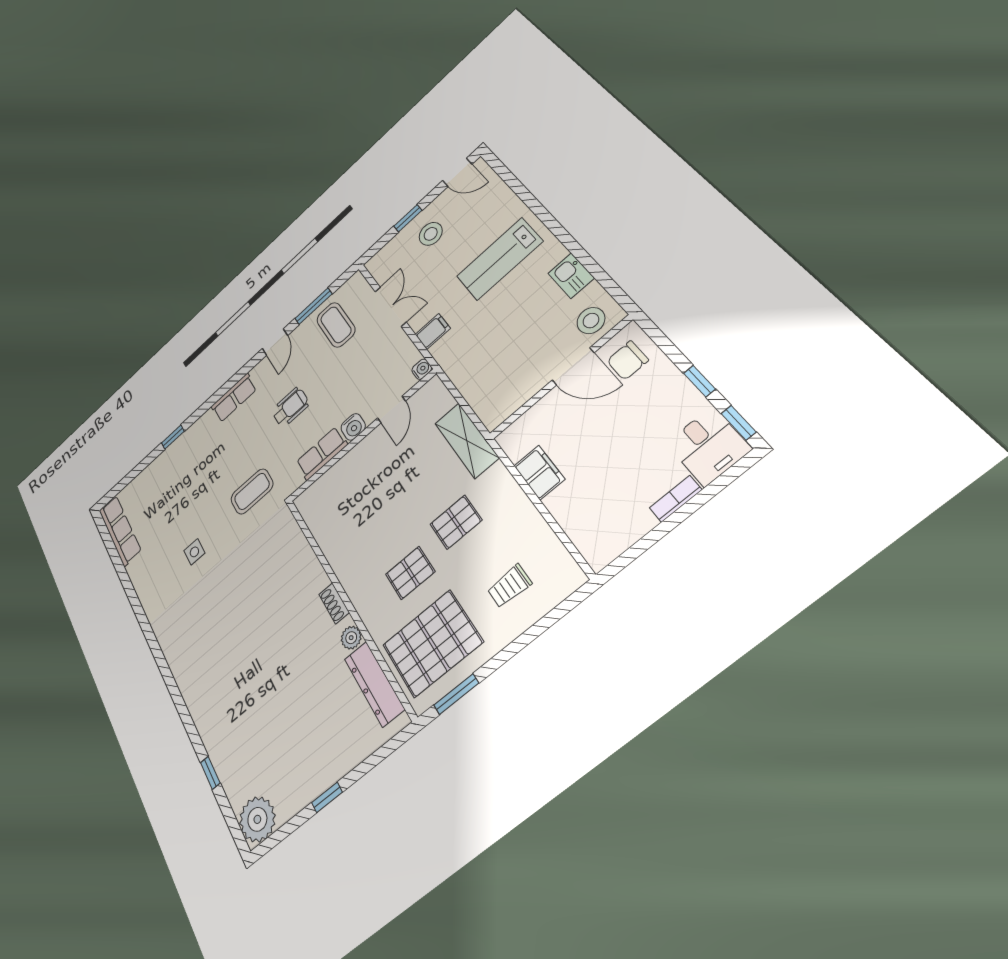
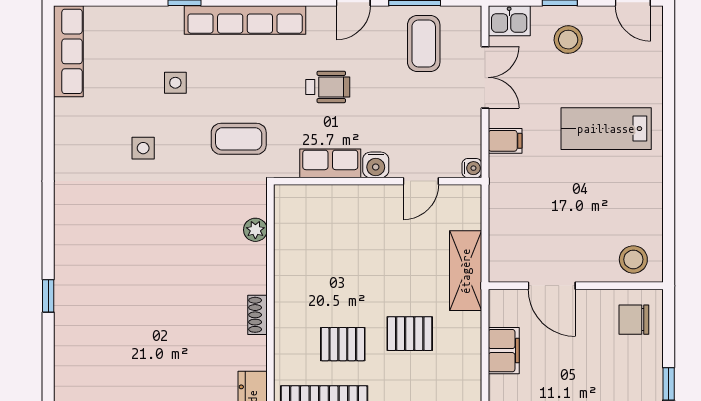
kitchen sink: (571, 276) -> (509, 21), moved, turned -90
door: (573, 366) -> (552, 286), moved
row of seats: (234, 398) -> (245, 20), width x2.02
side table: (193, 492) -> (175, 83), added
plant: (351, 638) -> (255, 230), moved
window: (210, 773) -> (48, 296), moved

